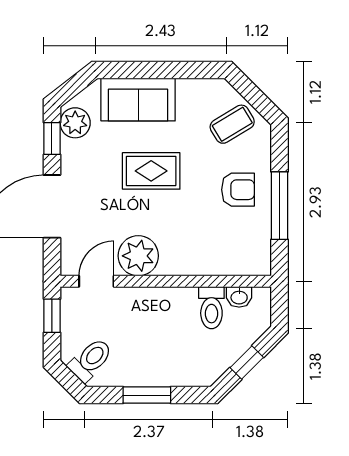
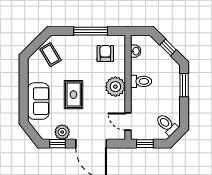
plant: (75, 123) -> (62, 132), moved
armchair: (238, 190) -> (105, 54), moved
plant: (138, 256) -> (115, 87), moved
toilet: (211, 308) -> (141, 81), moved
window: (147, 395) -> (184, 85), moved

